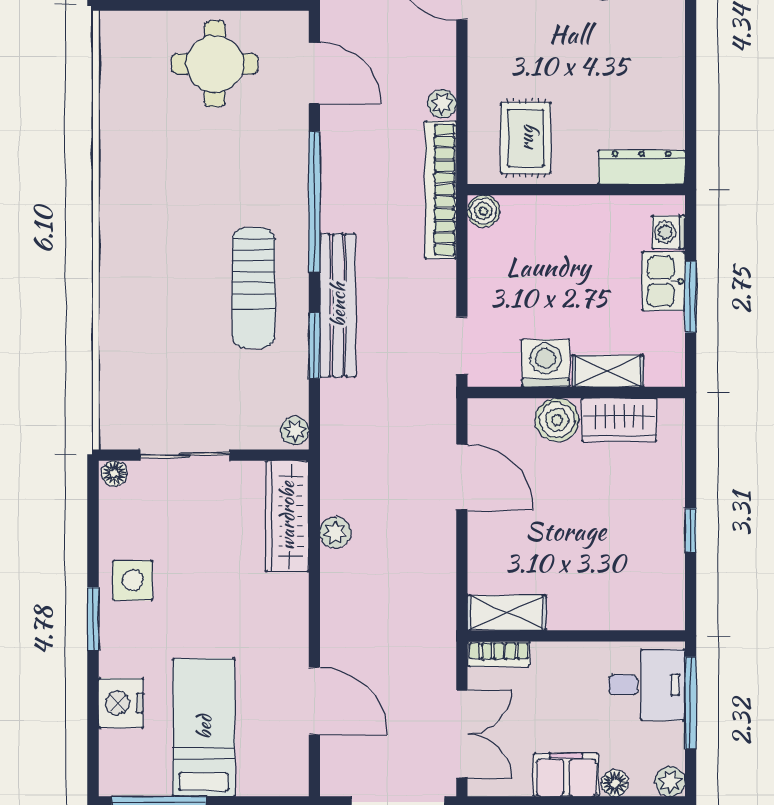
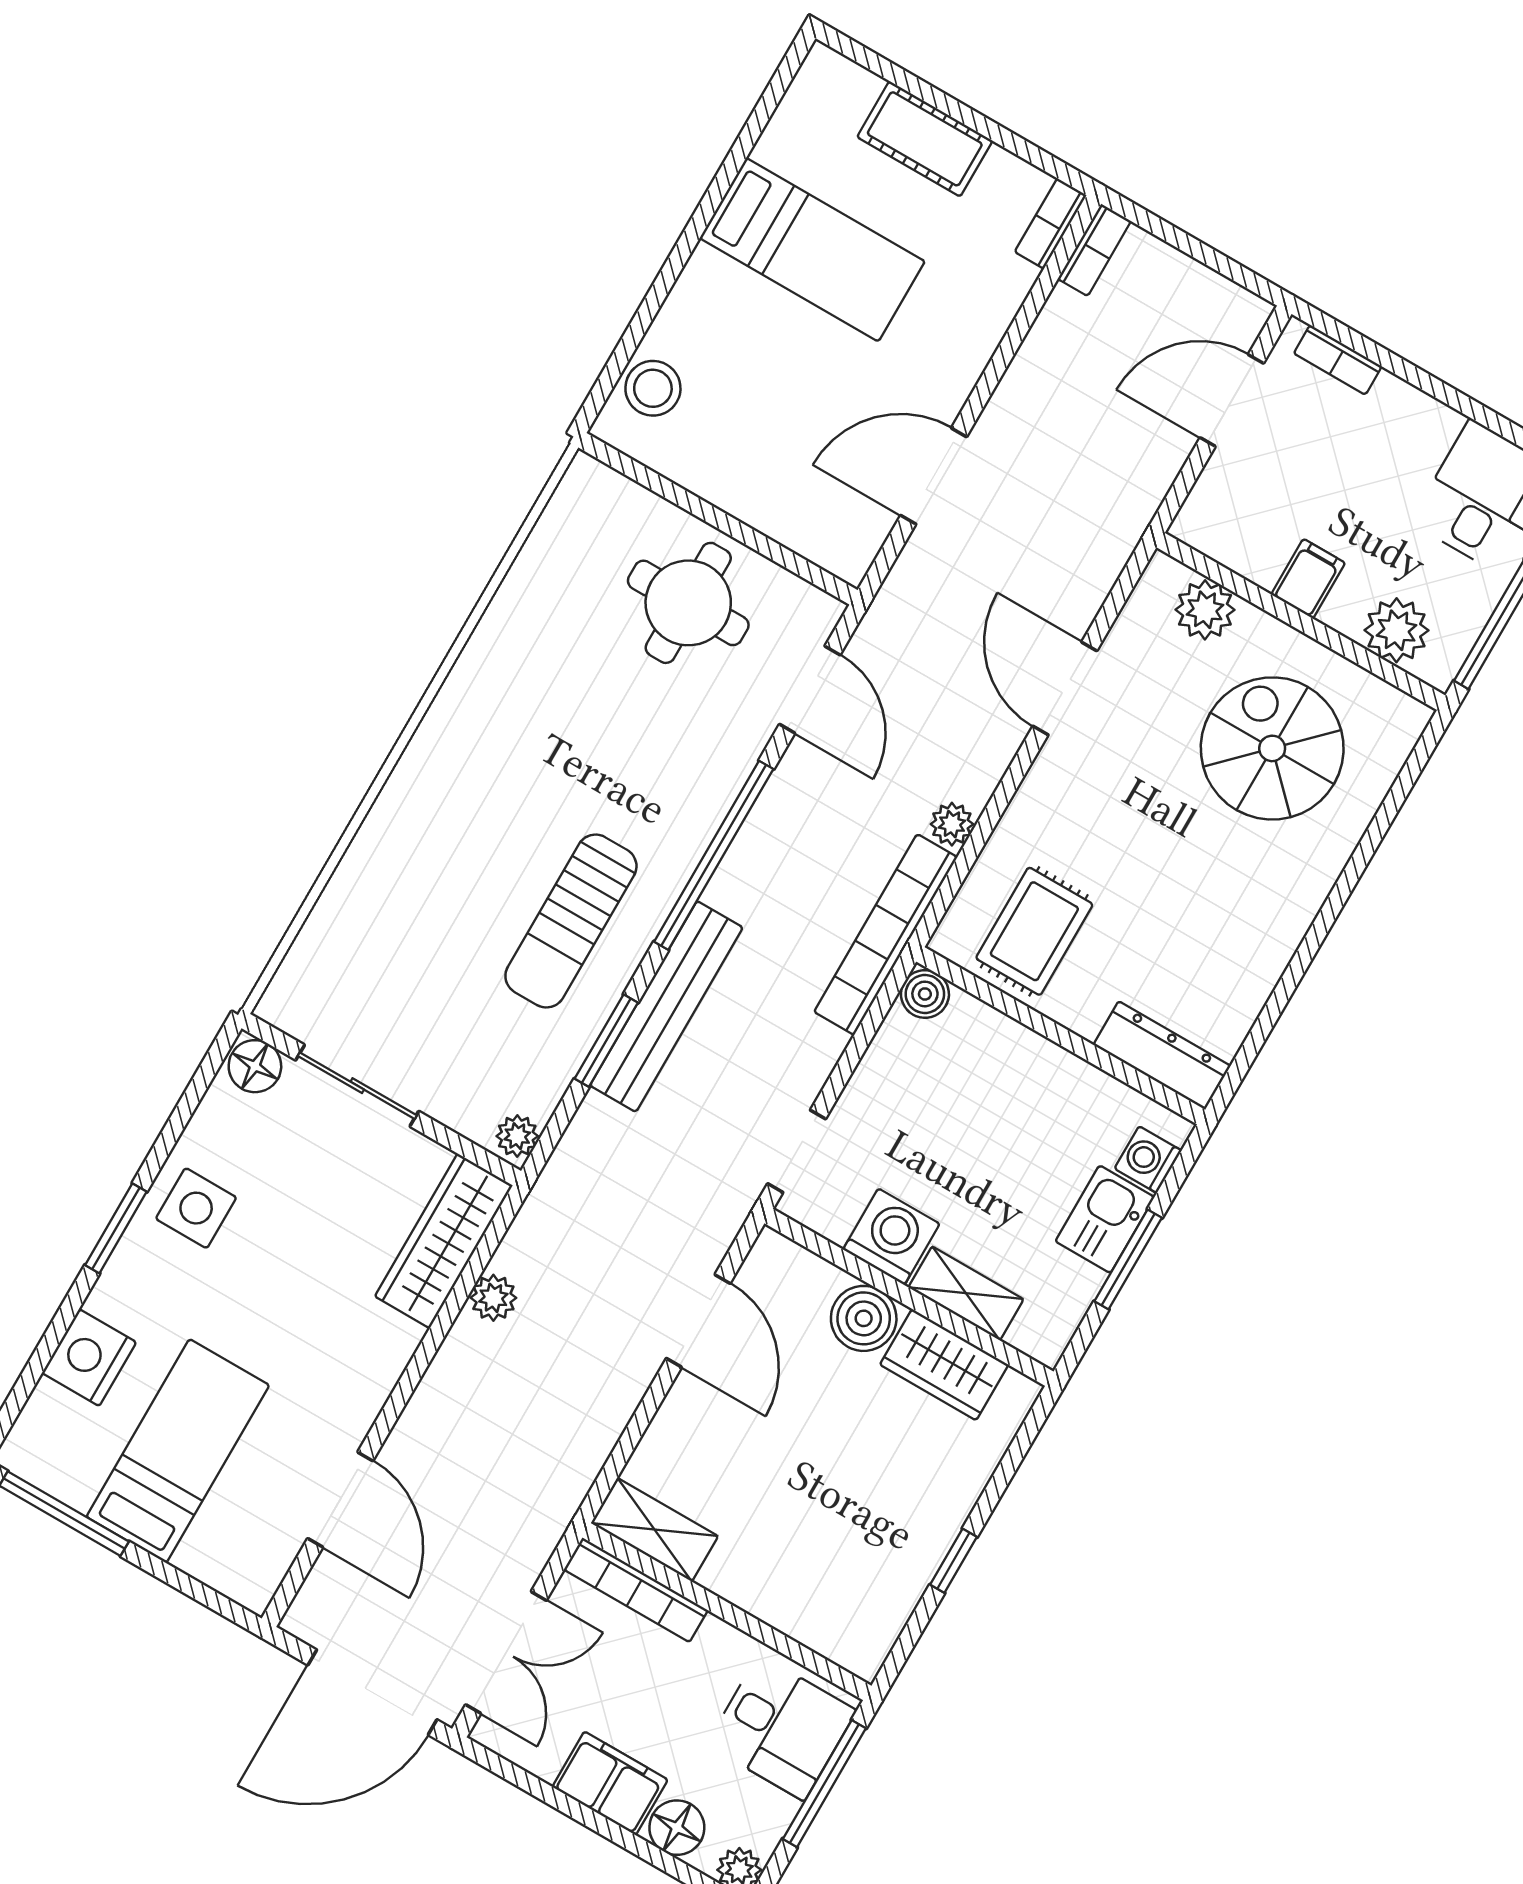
floor lamp: (114, 474) -> (255, 1066), width x1.37, depth x1.37
bookcase: (499, 654) -> (636, 1590), width x1.56
floor lamp: (615, 783) -> (677, 1828), width x1.37, depth x1.37

